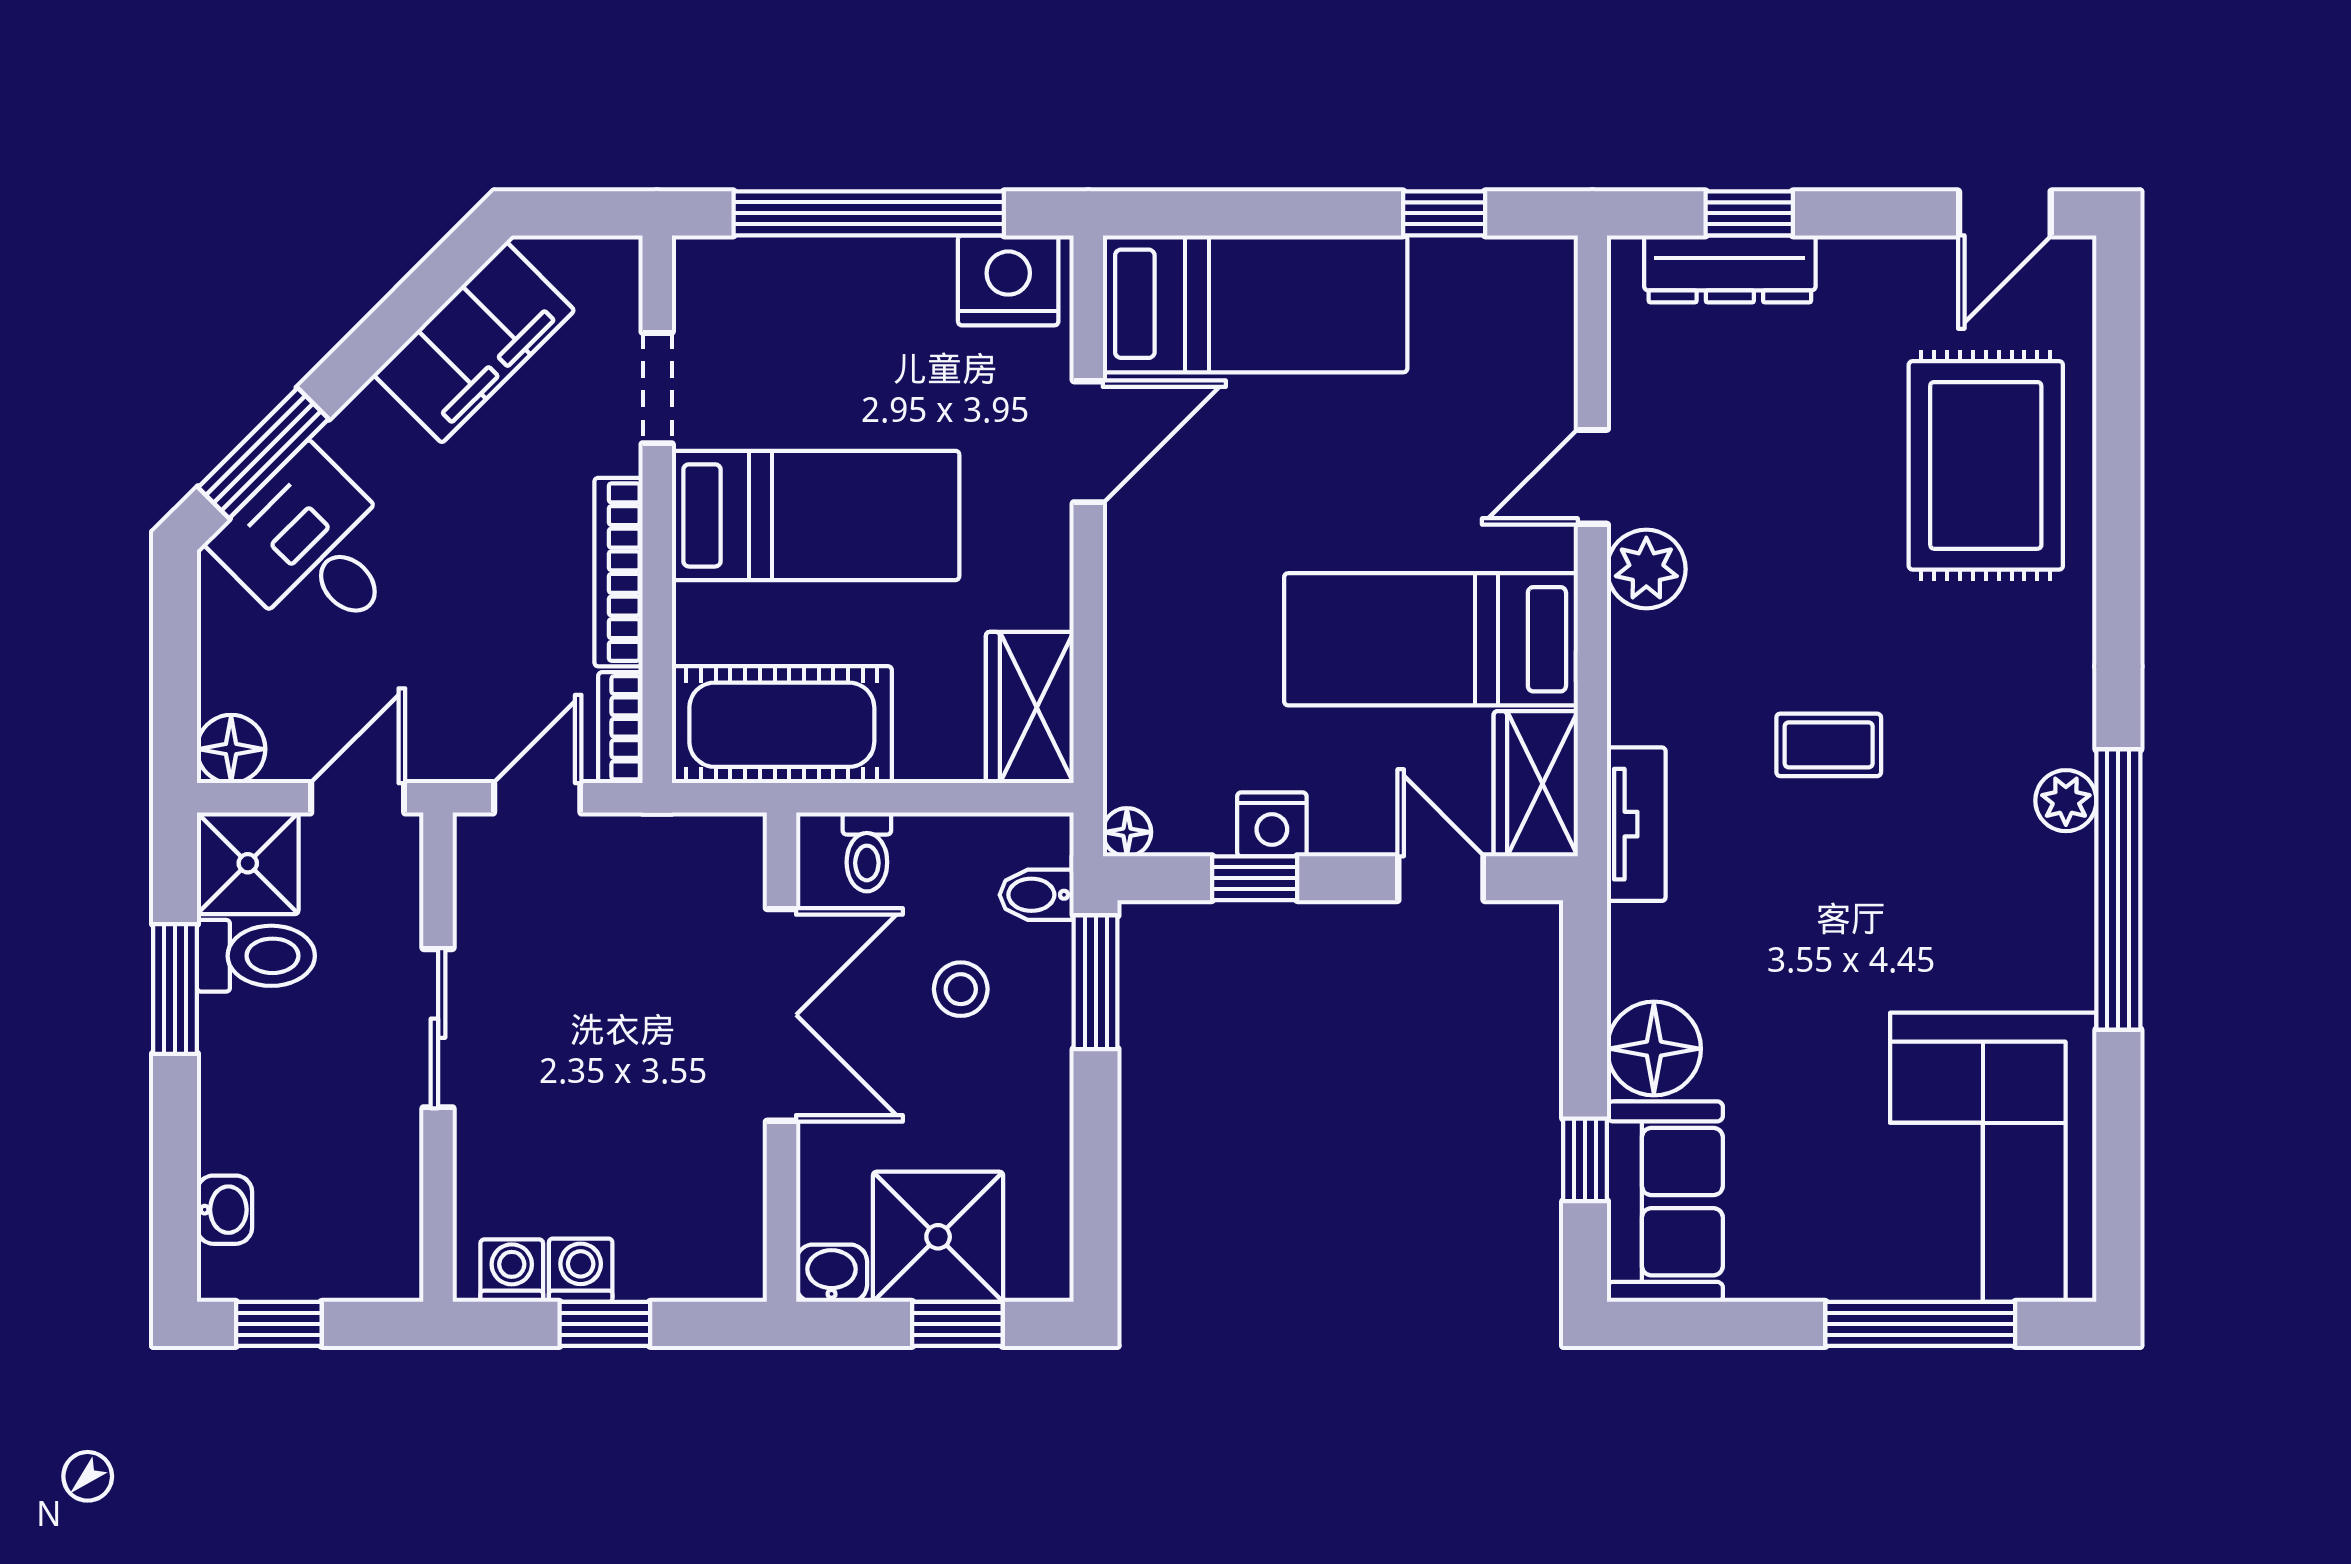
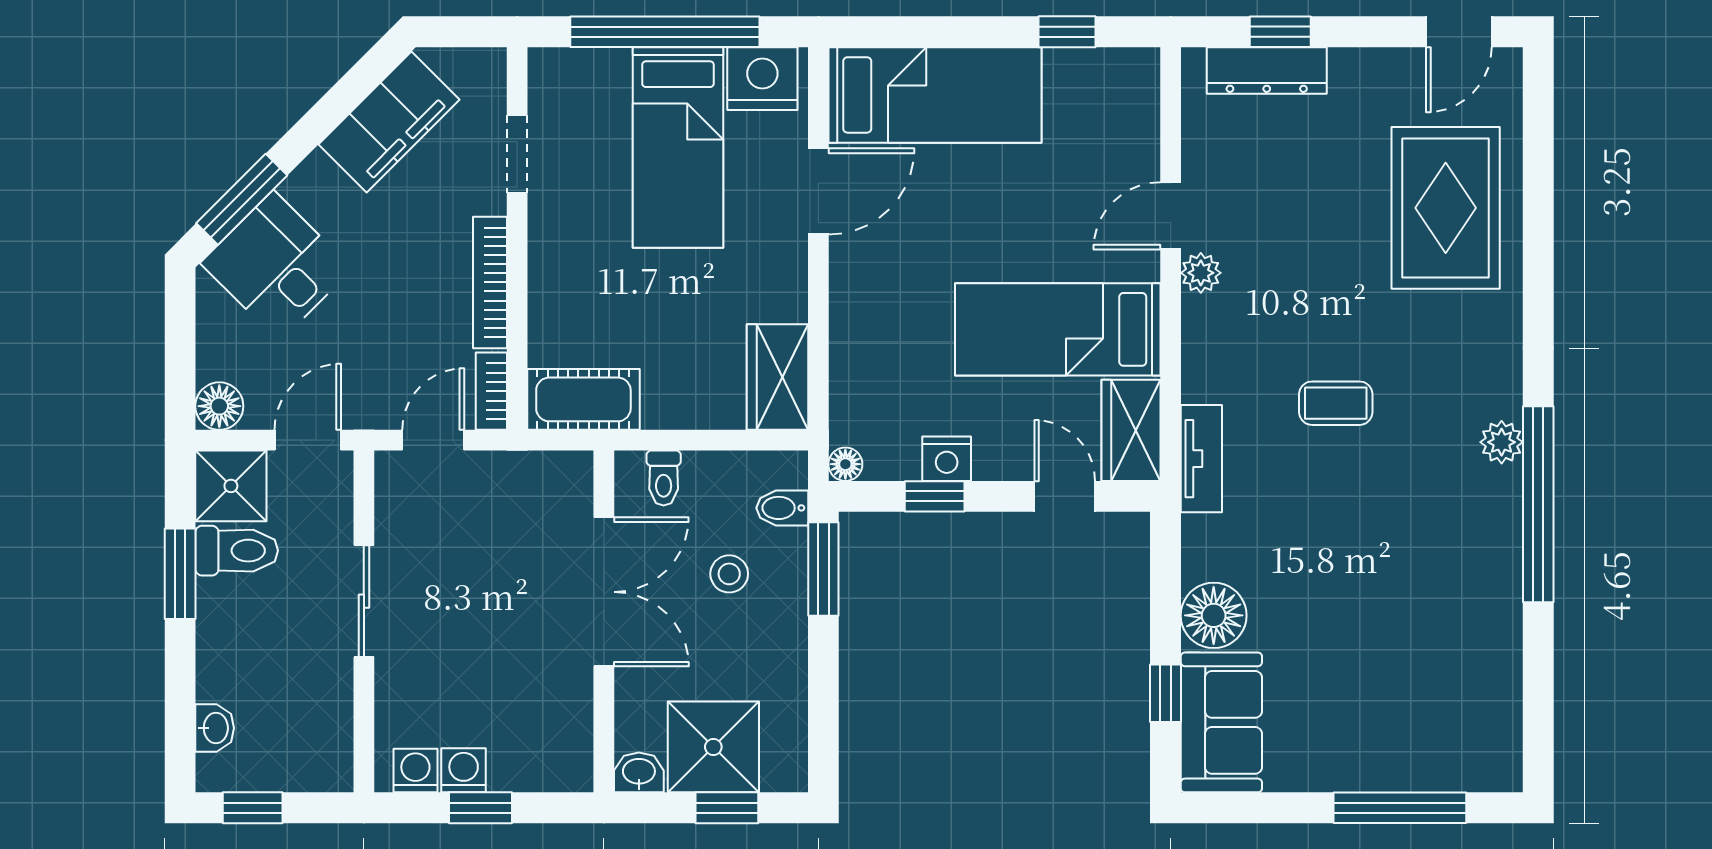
bed: (816, 515) -> (678, 148), moved, turned 90
plant: (1646, 569) -> (1201, 273), width x0.73, depth x0.73
cot: (782, 725) -> (583, 399), width x0.73, depth x0.75
corner sofa: (1993, 1157) -> (1451, 691), removed

